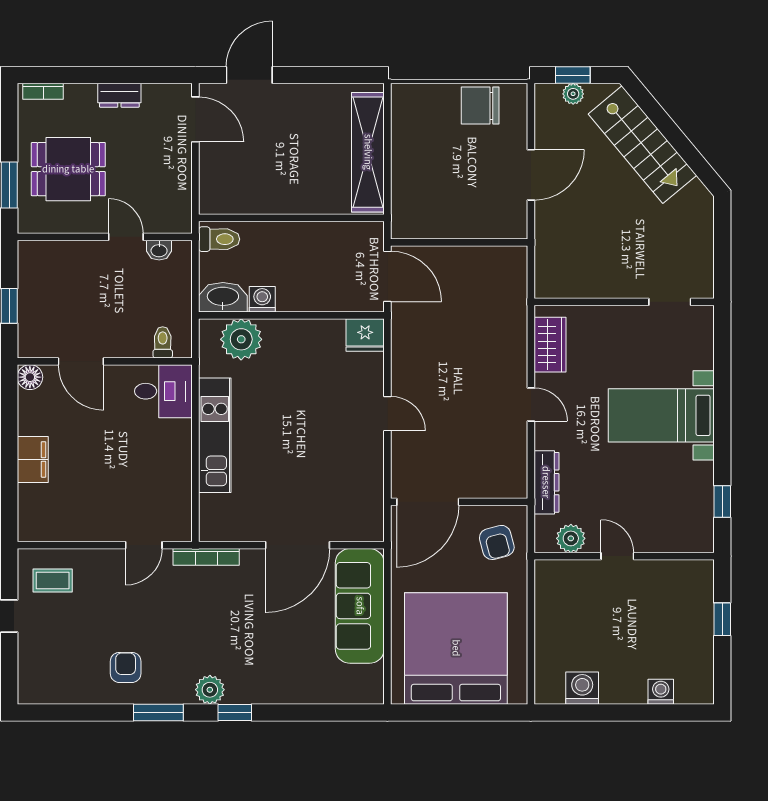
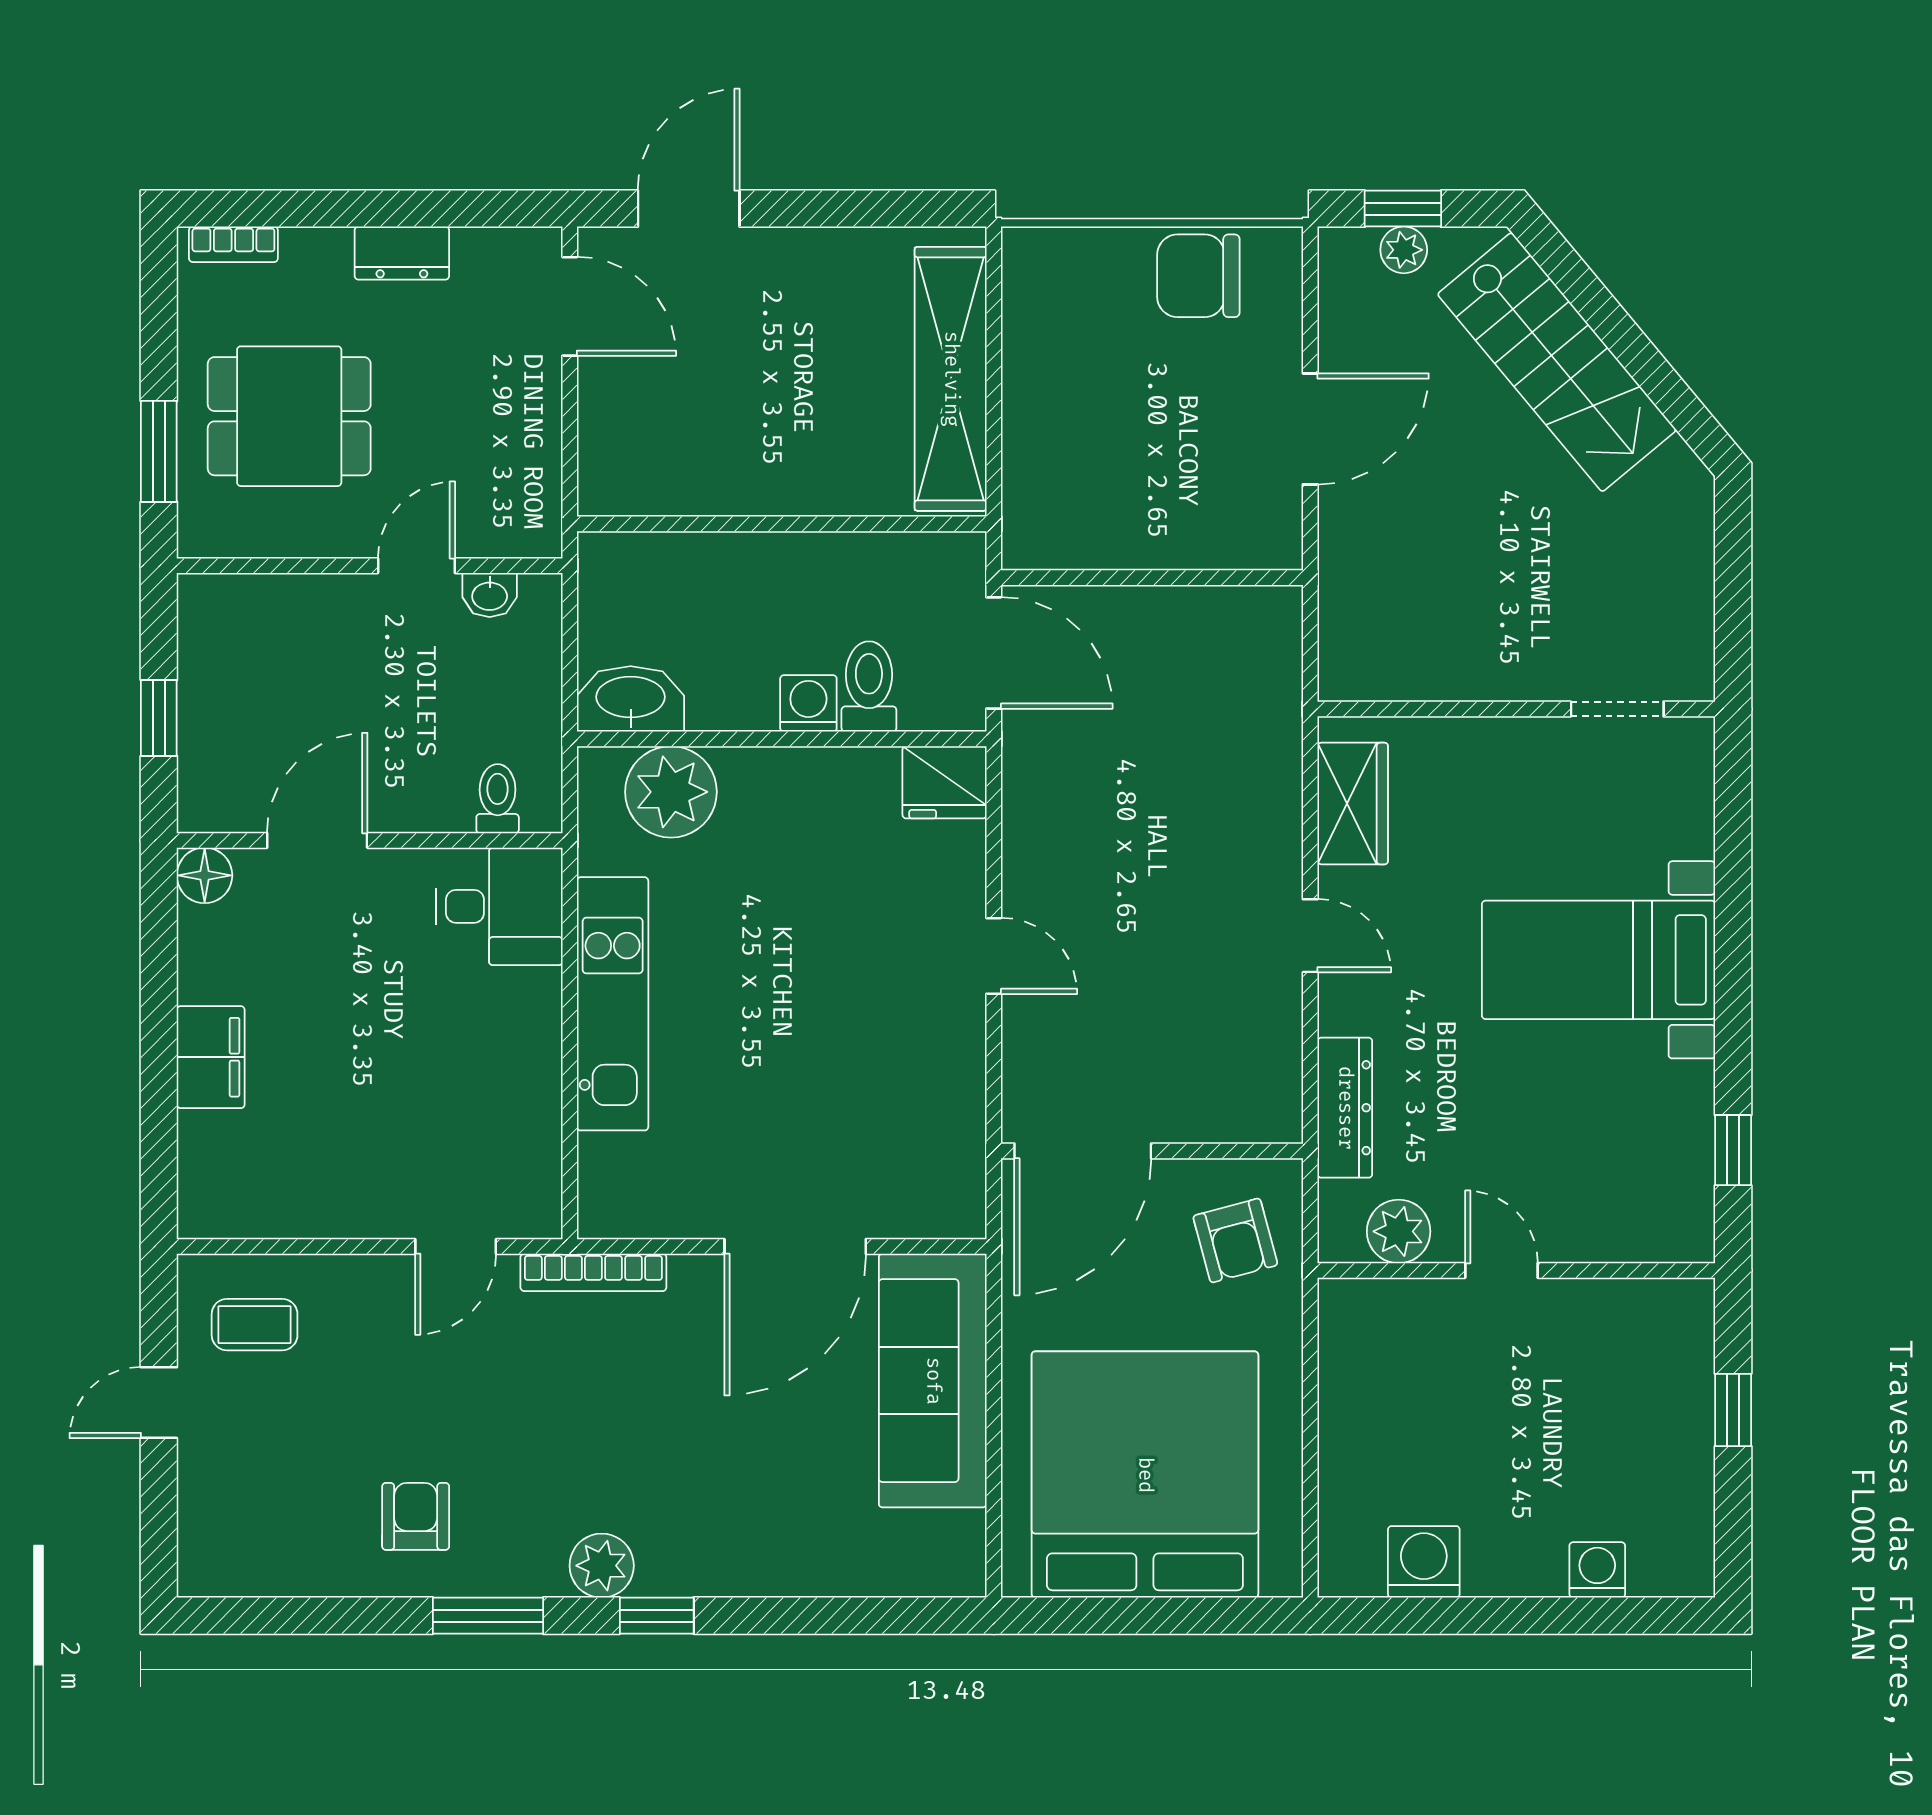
door: (126, 237) -> (416, 566), hinge flipped
toilet: (219, 239) -> (869, 686), moved, turned -90
washing machine: (262, 299) -> (808, 703), moved
door: (81, 361) -> (317, 840), swing flipped

